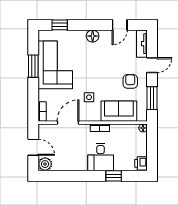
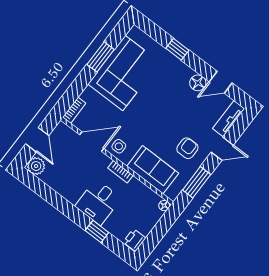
window: (60, 25) -> (177, 49), moved
floor lamp: (93, 36) -> (198, 83), moved
side table: (89, 97) -> (119, 146), moved

